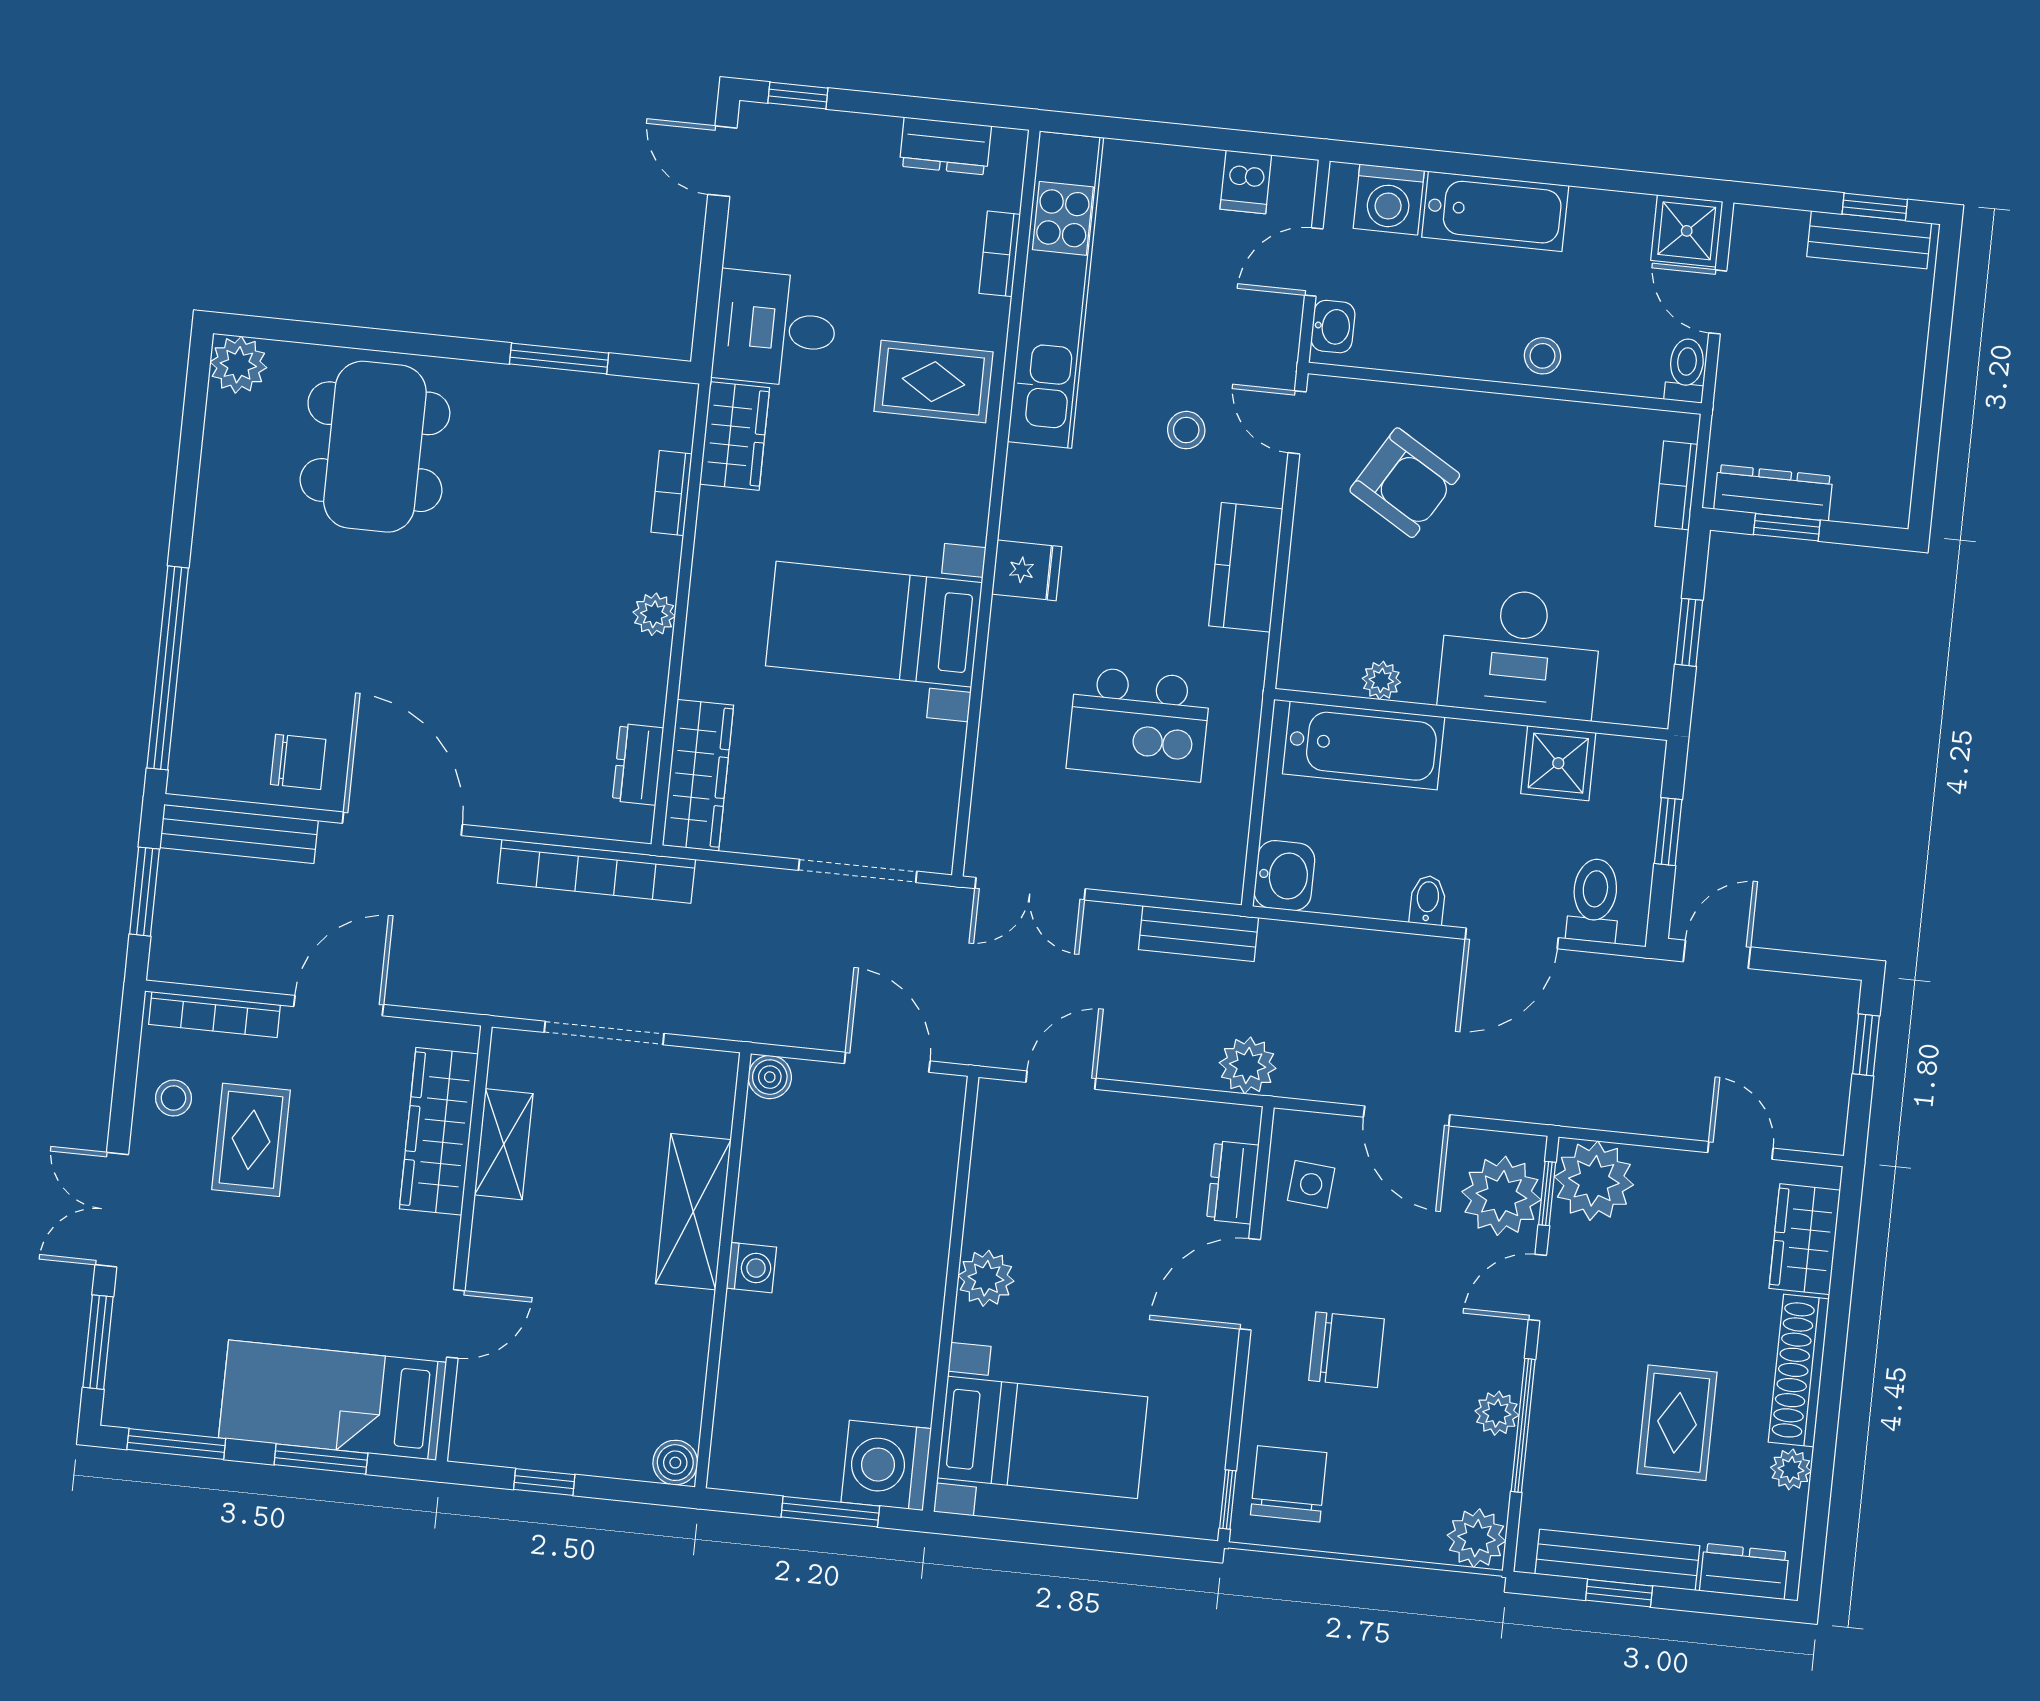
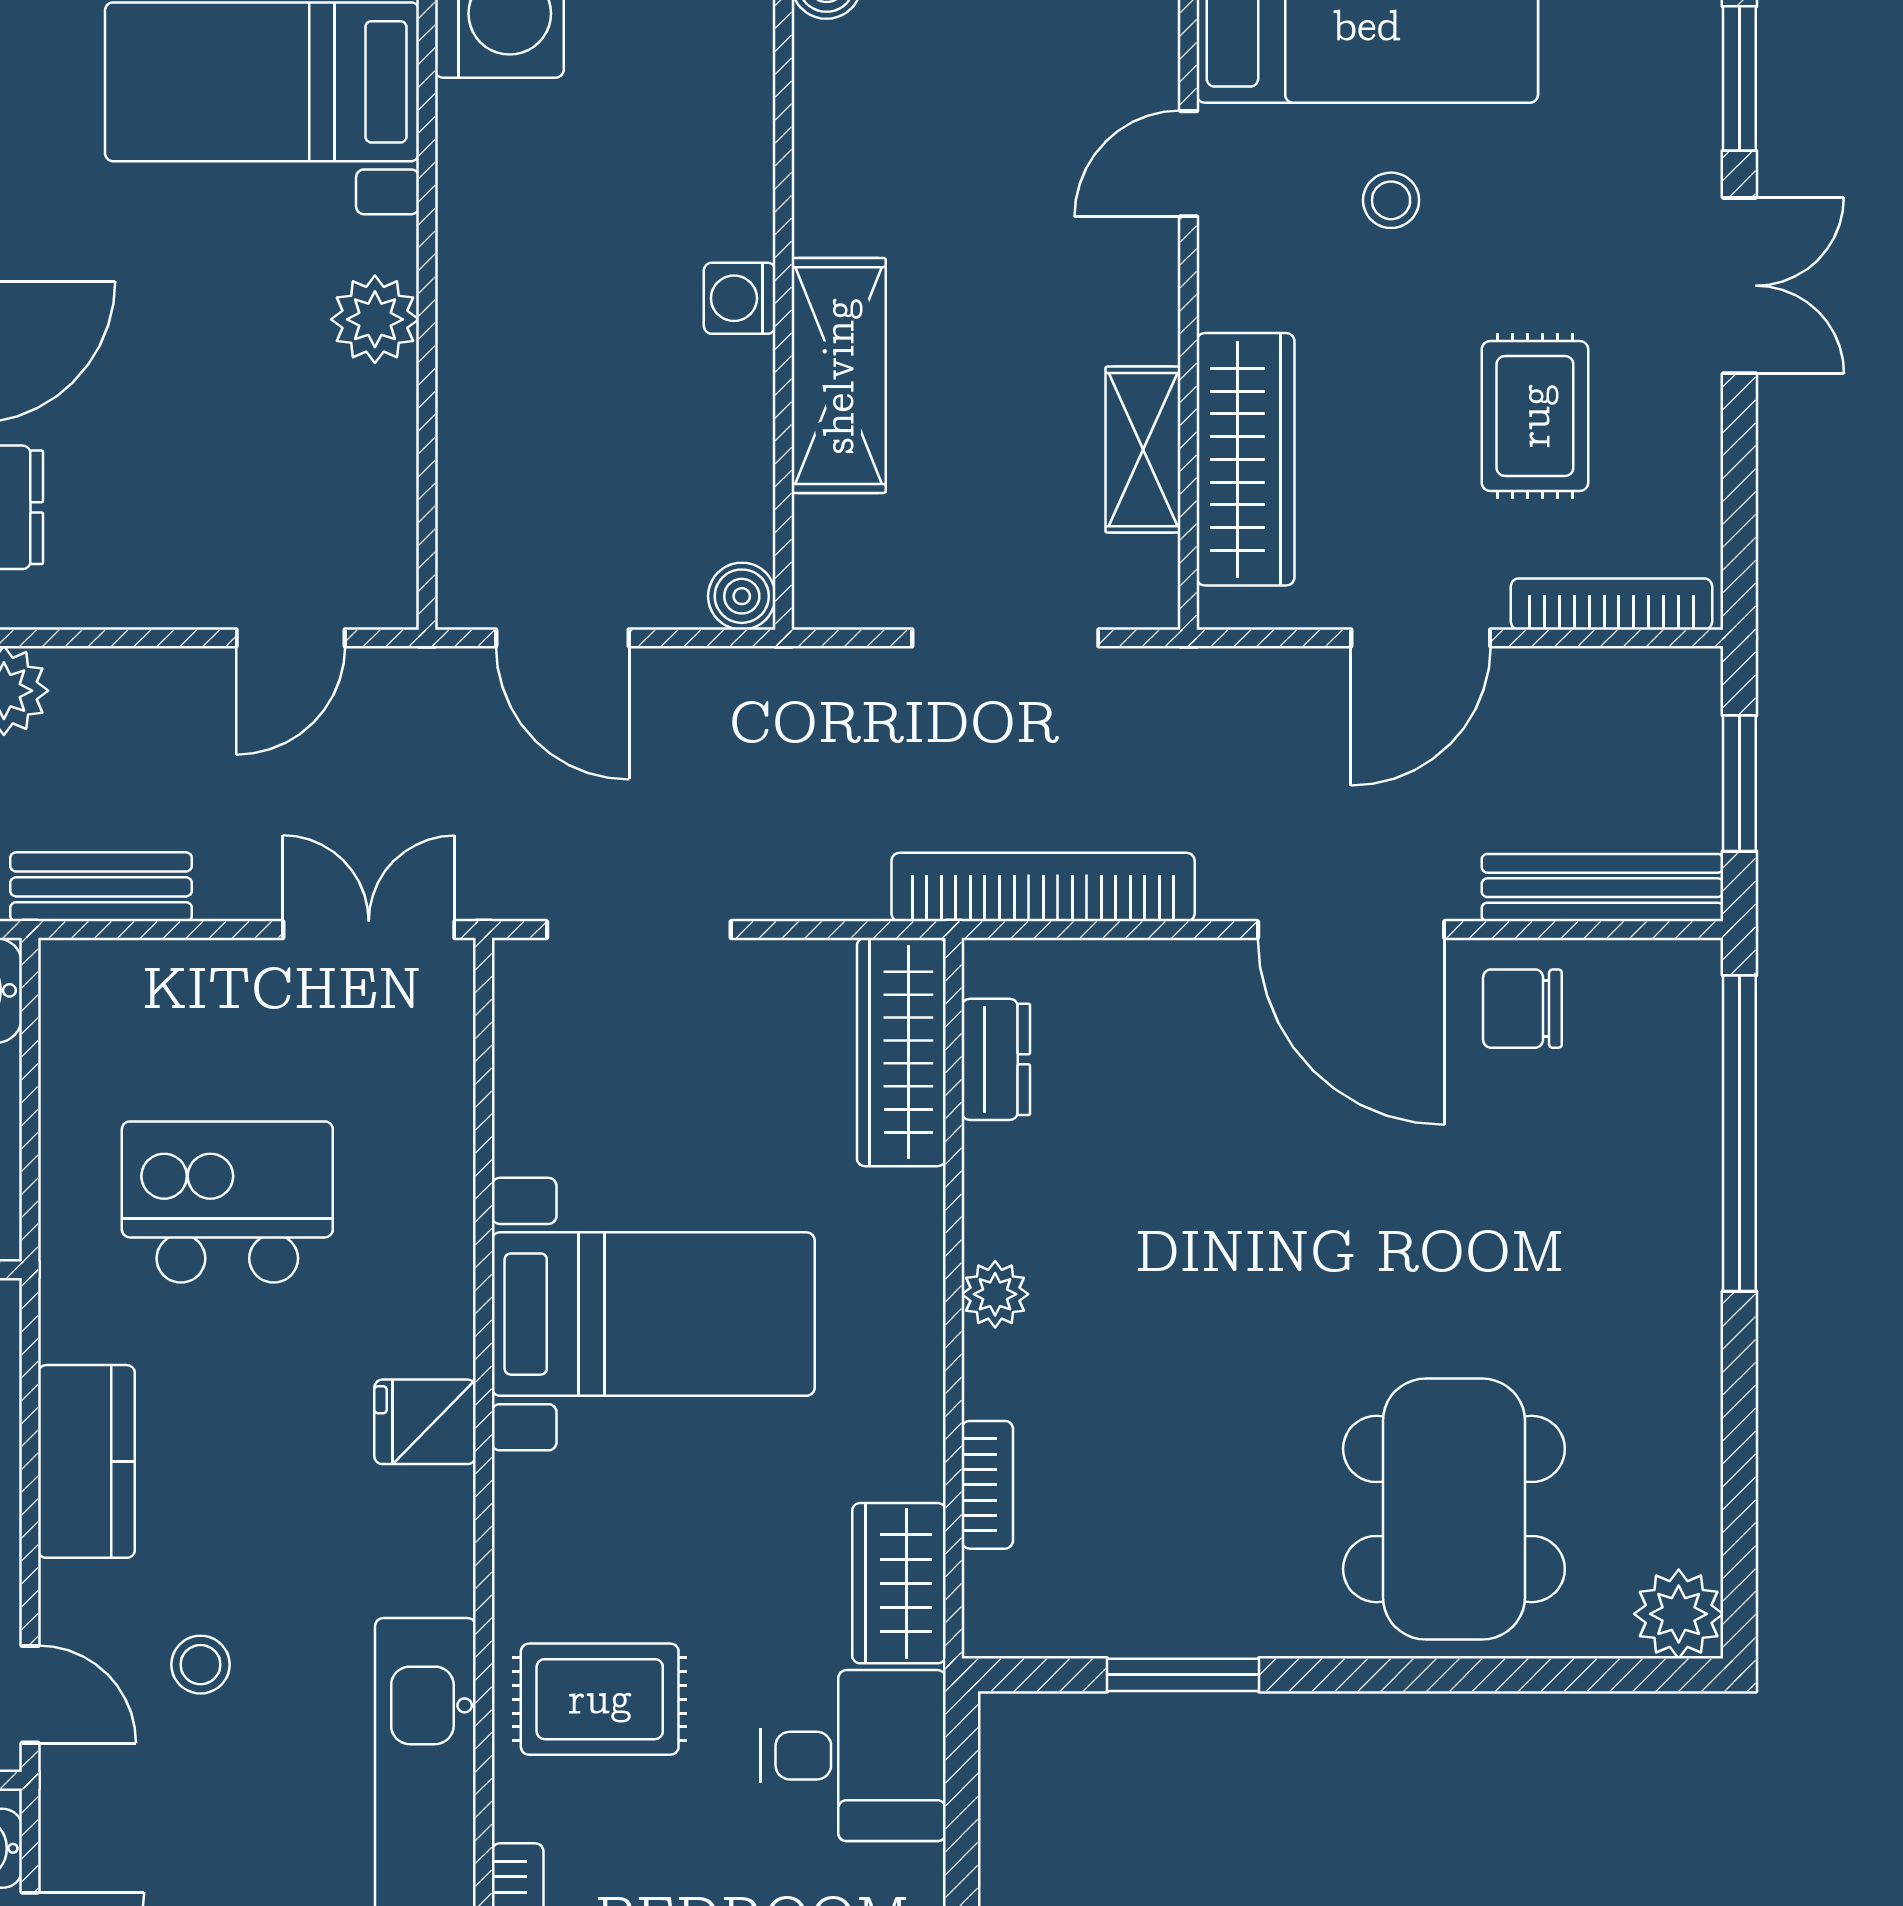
stool: (173, 1098) -> (1391, 200), moved

